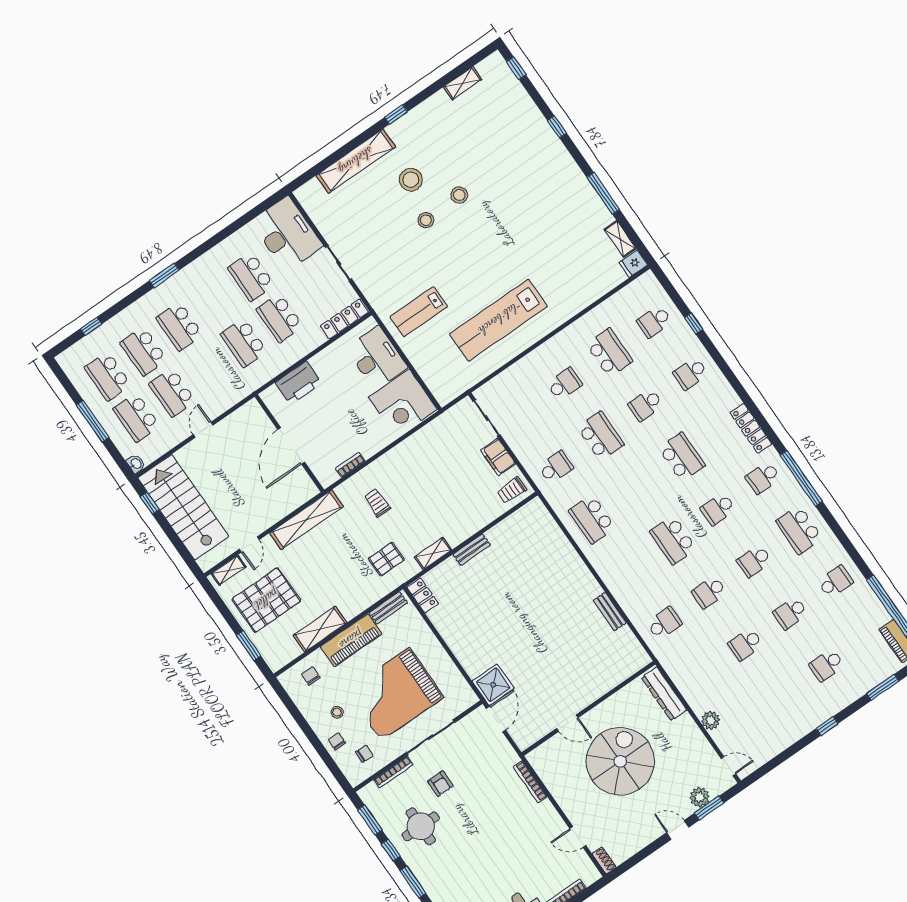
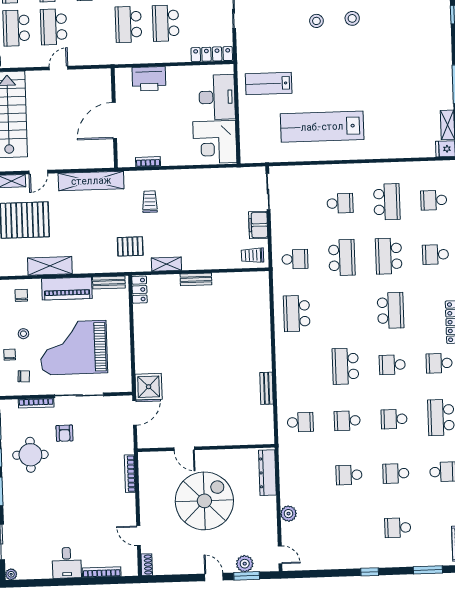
school desk: (646, 405) -> (389, 256), width x1.85

